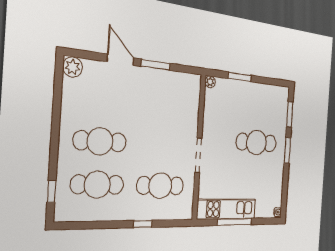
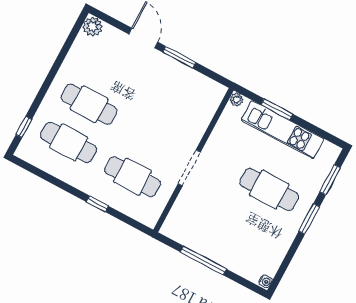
kitchen unit: (227, 209) -> (283, 130), moved, turned 180

